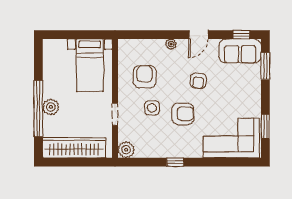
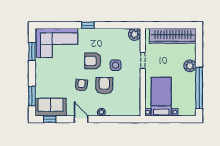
door: (199, 35) -> (81, 119), hinge flipped
armchair: (145, 77) -> (104, 86), moved, turned 180
window: (38, 109) -> (199, 88), moved
window: (175, 162) -> (88, 25), moved

